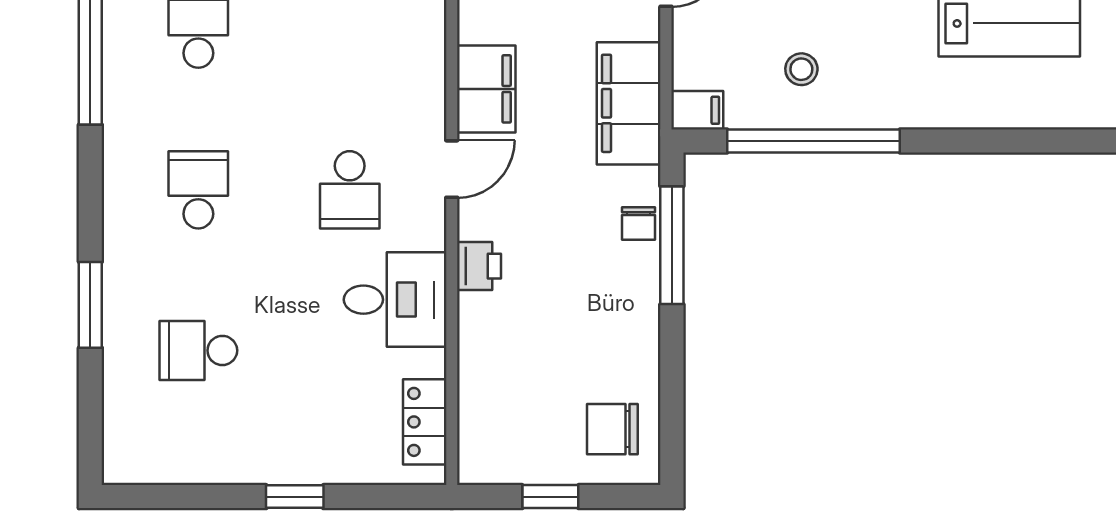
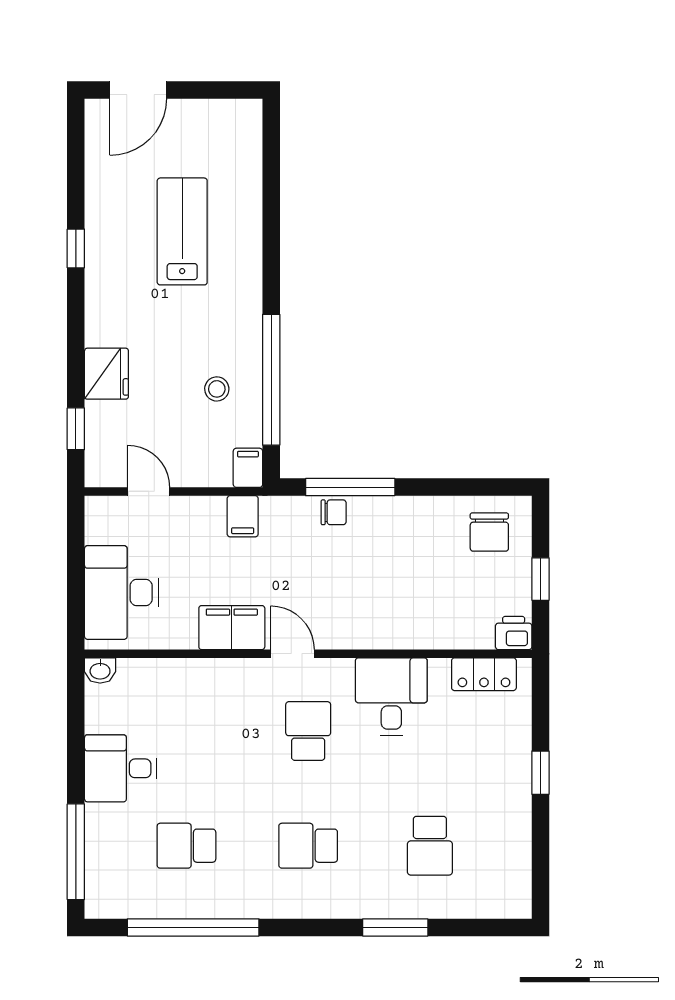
filing cabinet: (629, 103) -> (243, 516), width x0.33, depth x0.86
school desk: (350, 190) -> (308, 731), turned -90
printer: (479, 266) -> (514, 633), moved

